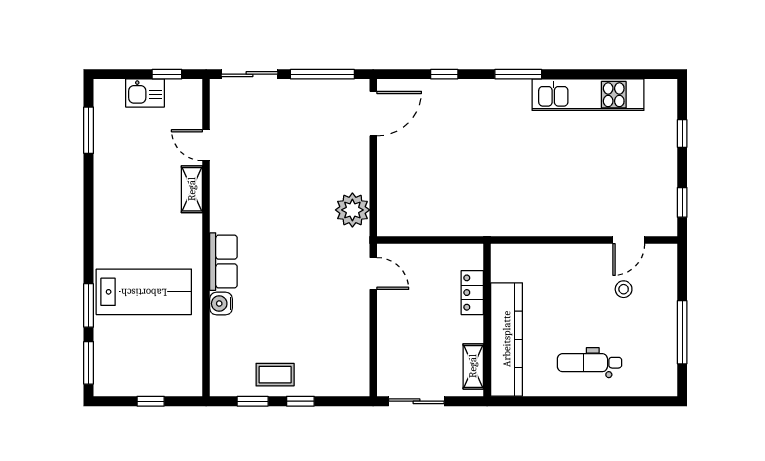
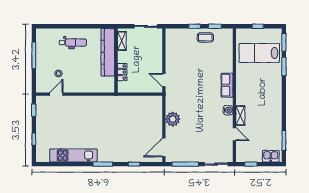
kitchen sink: (145, 93) -> (271, 156), moved
plant: (352, 210) -> (173, 119), moved
lab bench: (144, 292) -> (259, 53), moved
water cooler: (221, 304) -> (228, 110), moved

